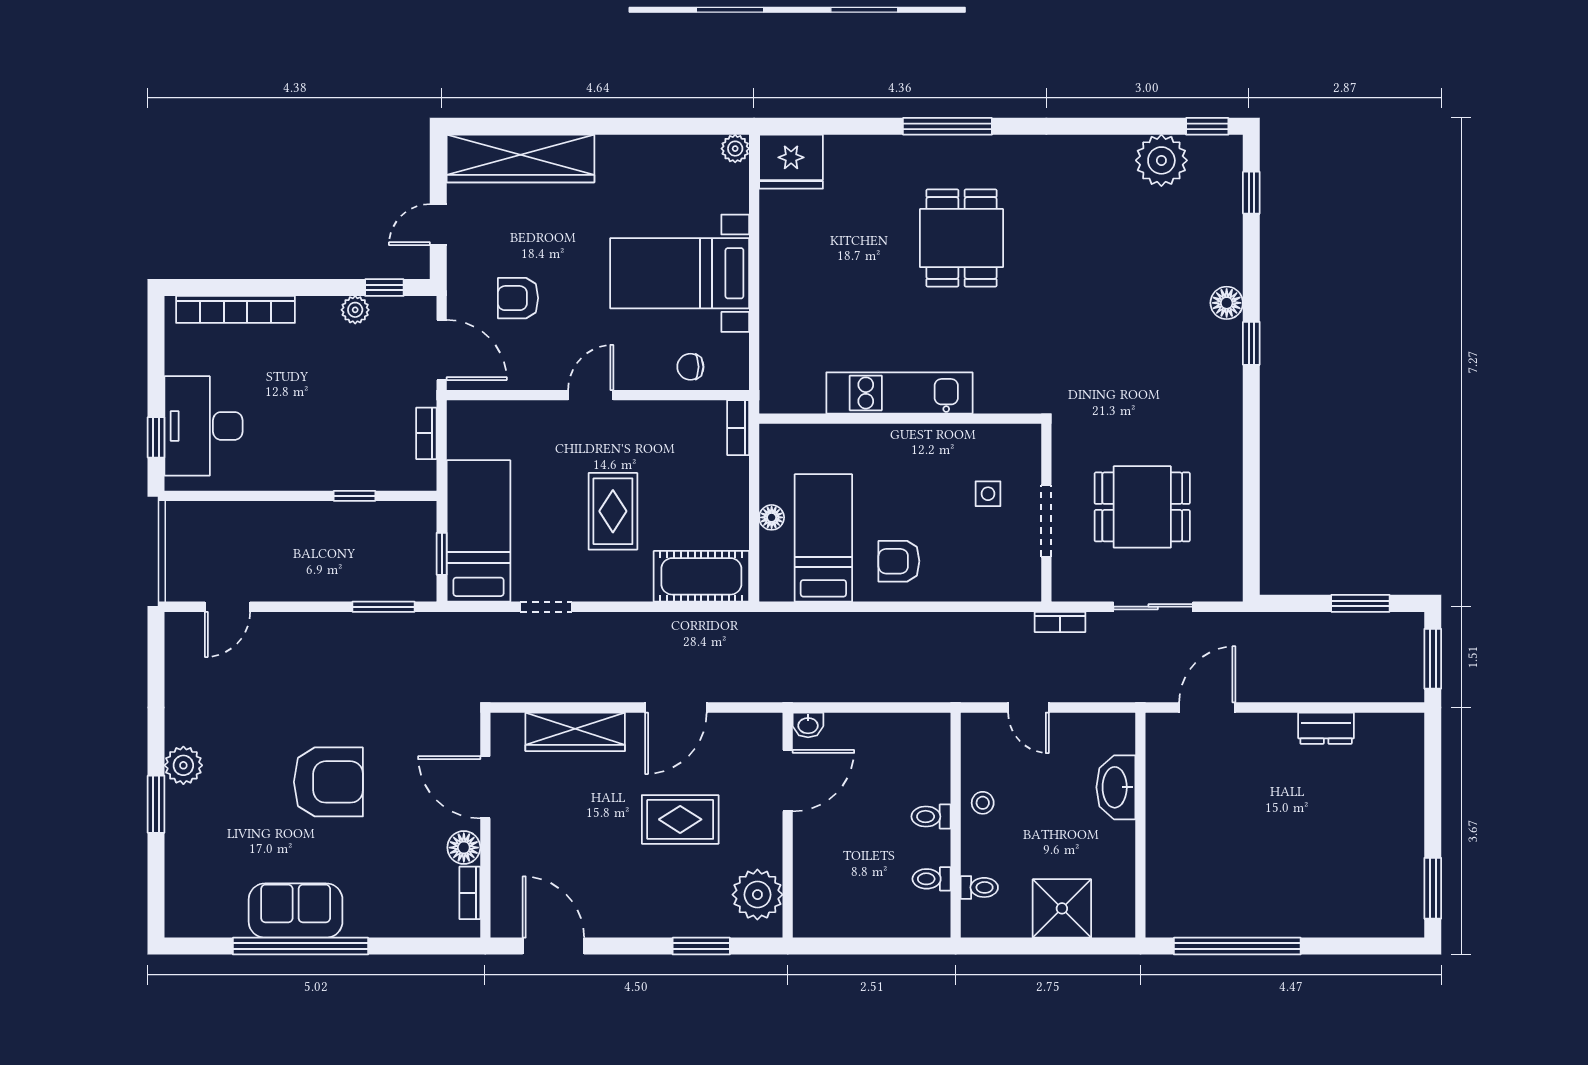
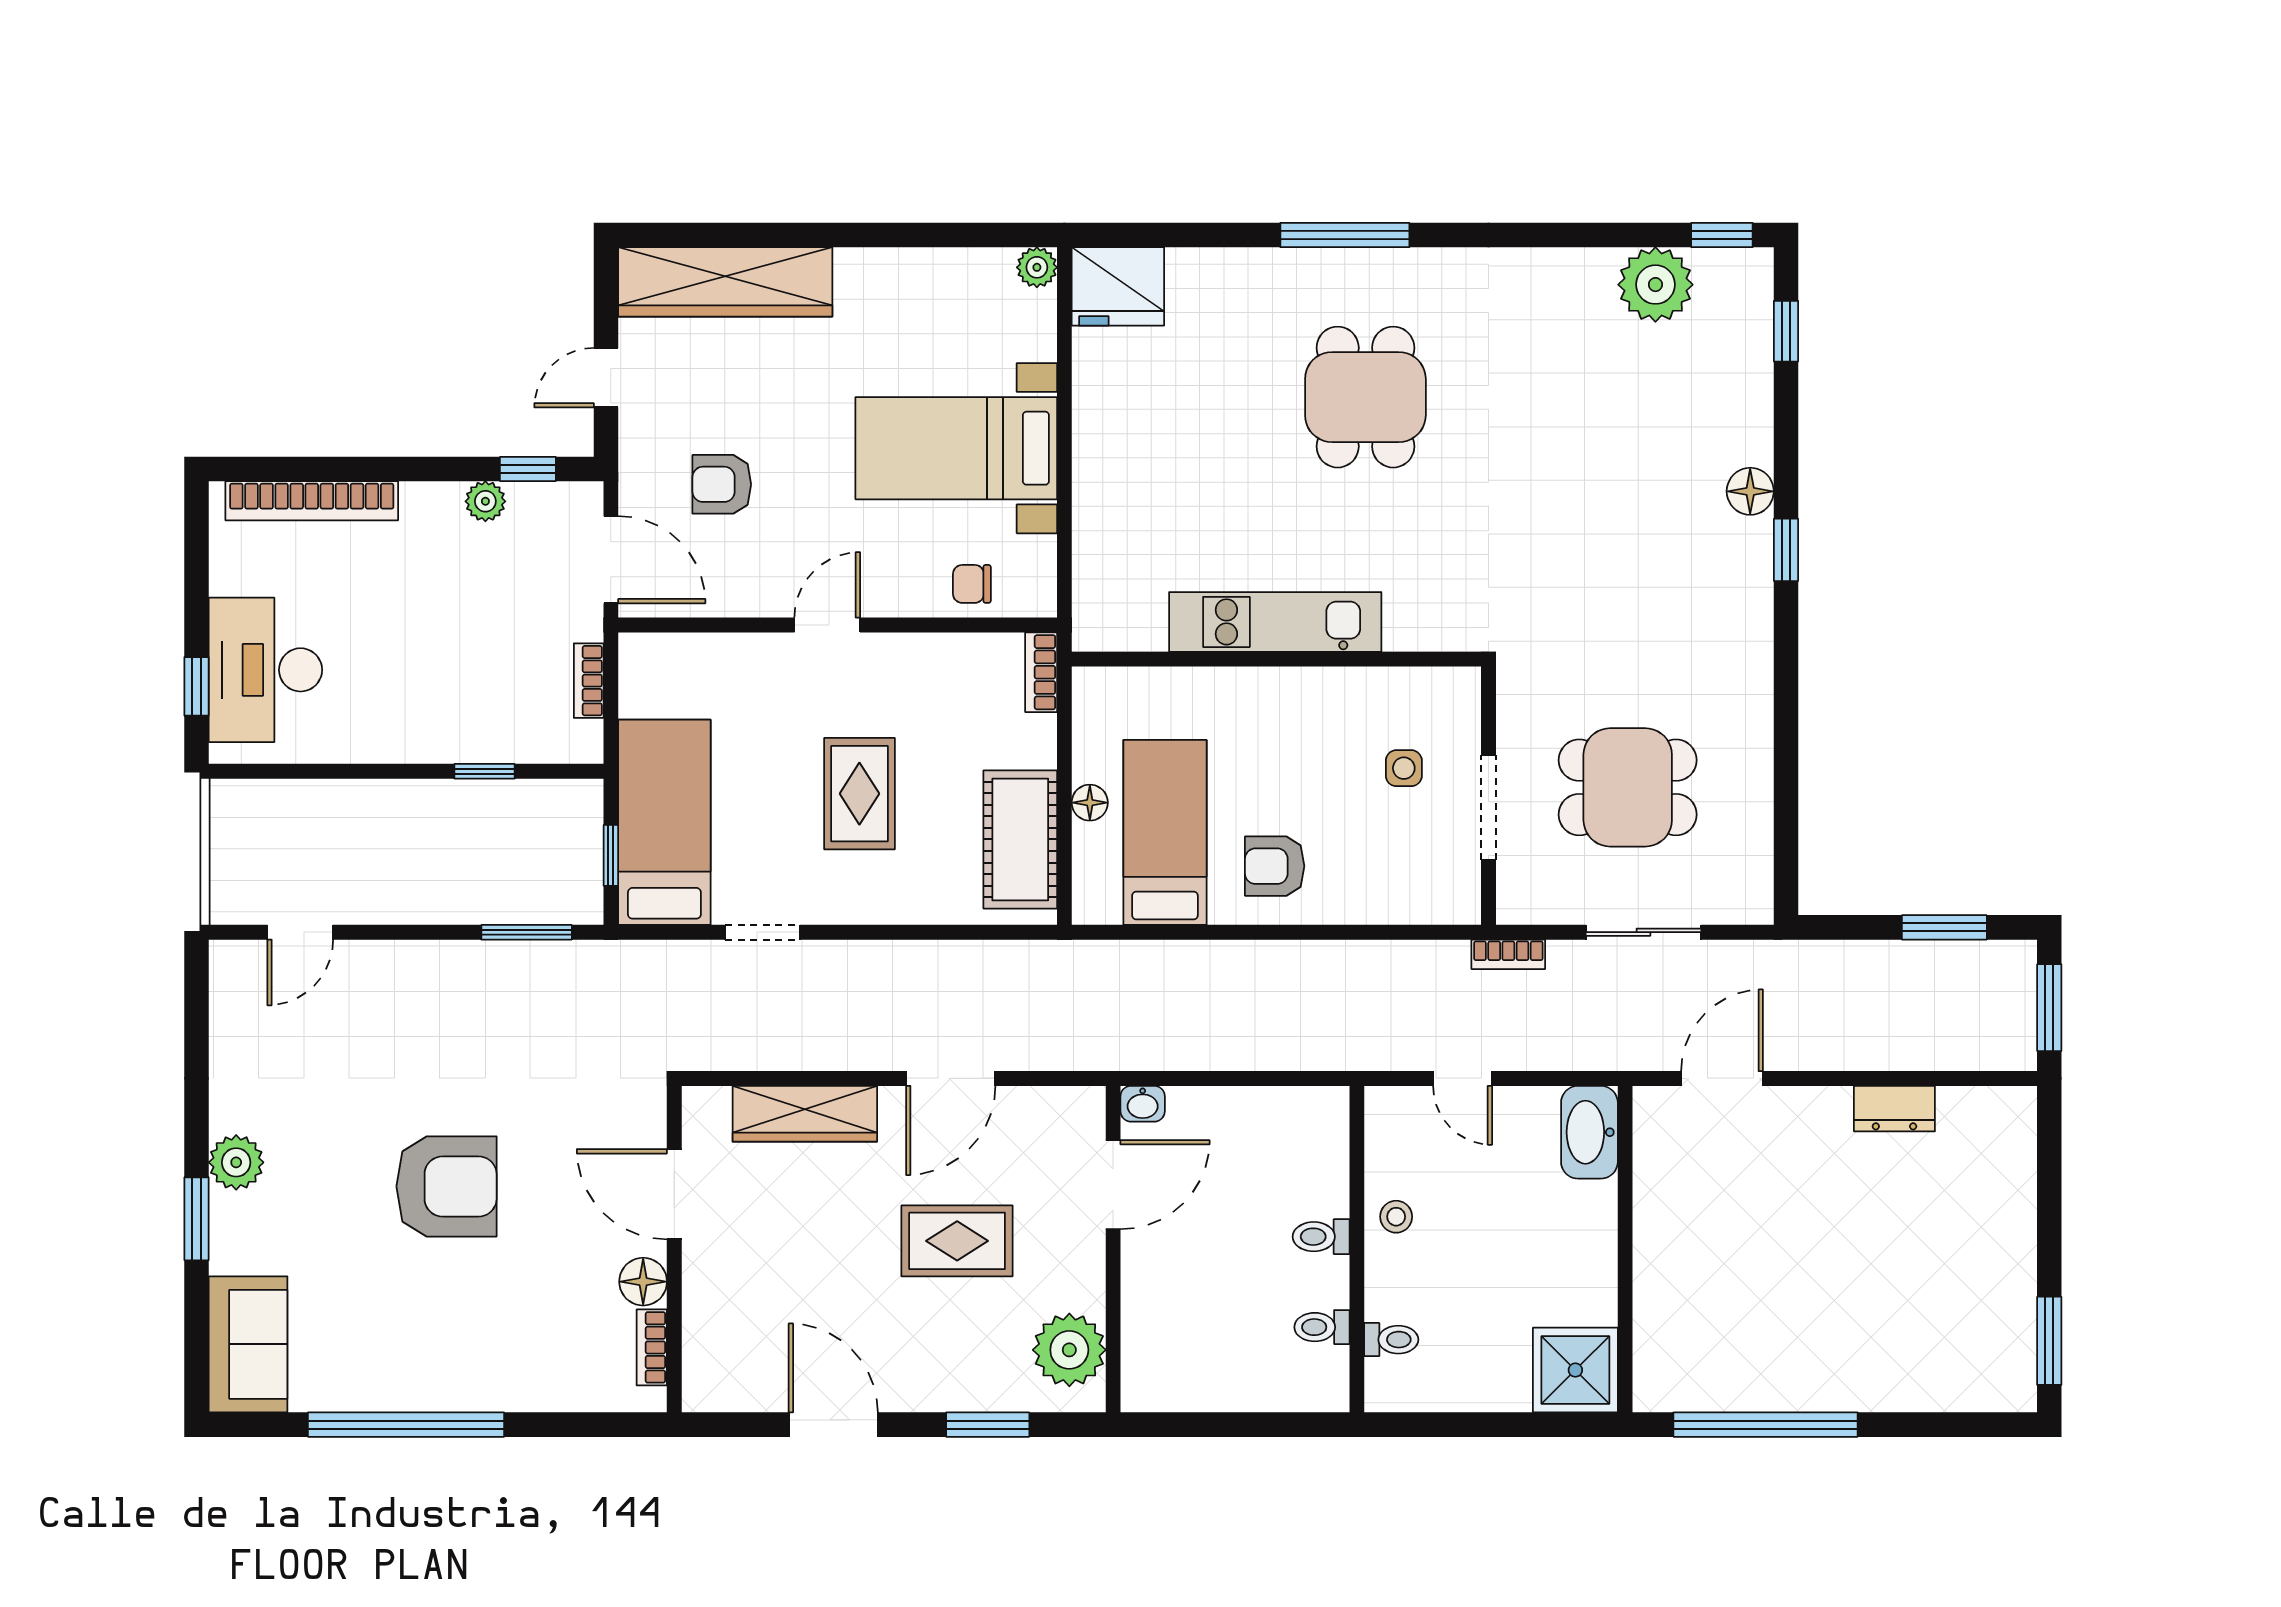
cot: (701, 576) -> (1020, 839), moved, turned 90
washbasin: (1116, 787) -> (1589, 1132), moved
shower: (1062, 908) -> (1575, 1370), moved
sofa: (296, 911) -> (248, 1344), moved, turned 90
door: (553, 946) -> (833, 1425), moved

